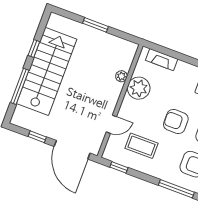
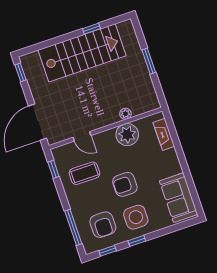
window: (20, 86) -> (53, 42), removed
armchair: (176, 122) -> (125, 184), turned -90
window: (37, 137) -> (20, 72), moved
coffee table: (142, 146) -> (84, 173), turned 90

